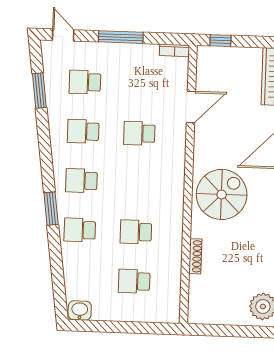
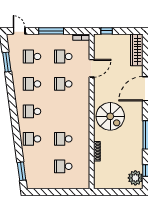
school desk: (141, 84) -> (63, 56), added
spiral stairs: (222, 194) -> (110, 116), turned 90
window: (51, 209) -> (22, 171), moved
washbasin: (80, 310) -> (34, 184), removed

